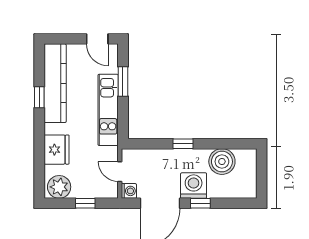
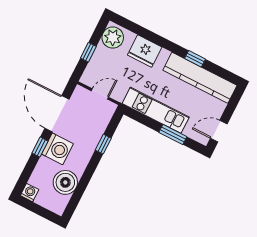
window: (183, 144) -> (103, 144), moved
washing machine: (129, 191) -> (30, 193), moved, turned 180

